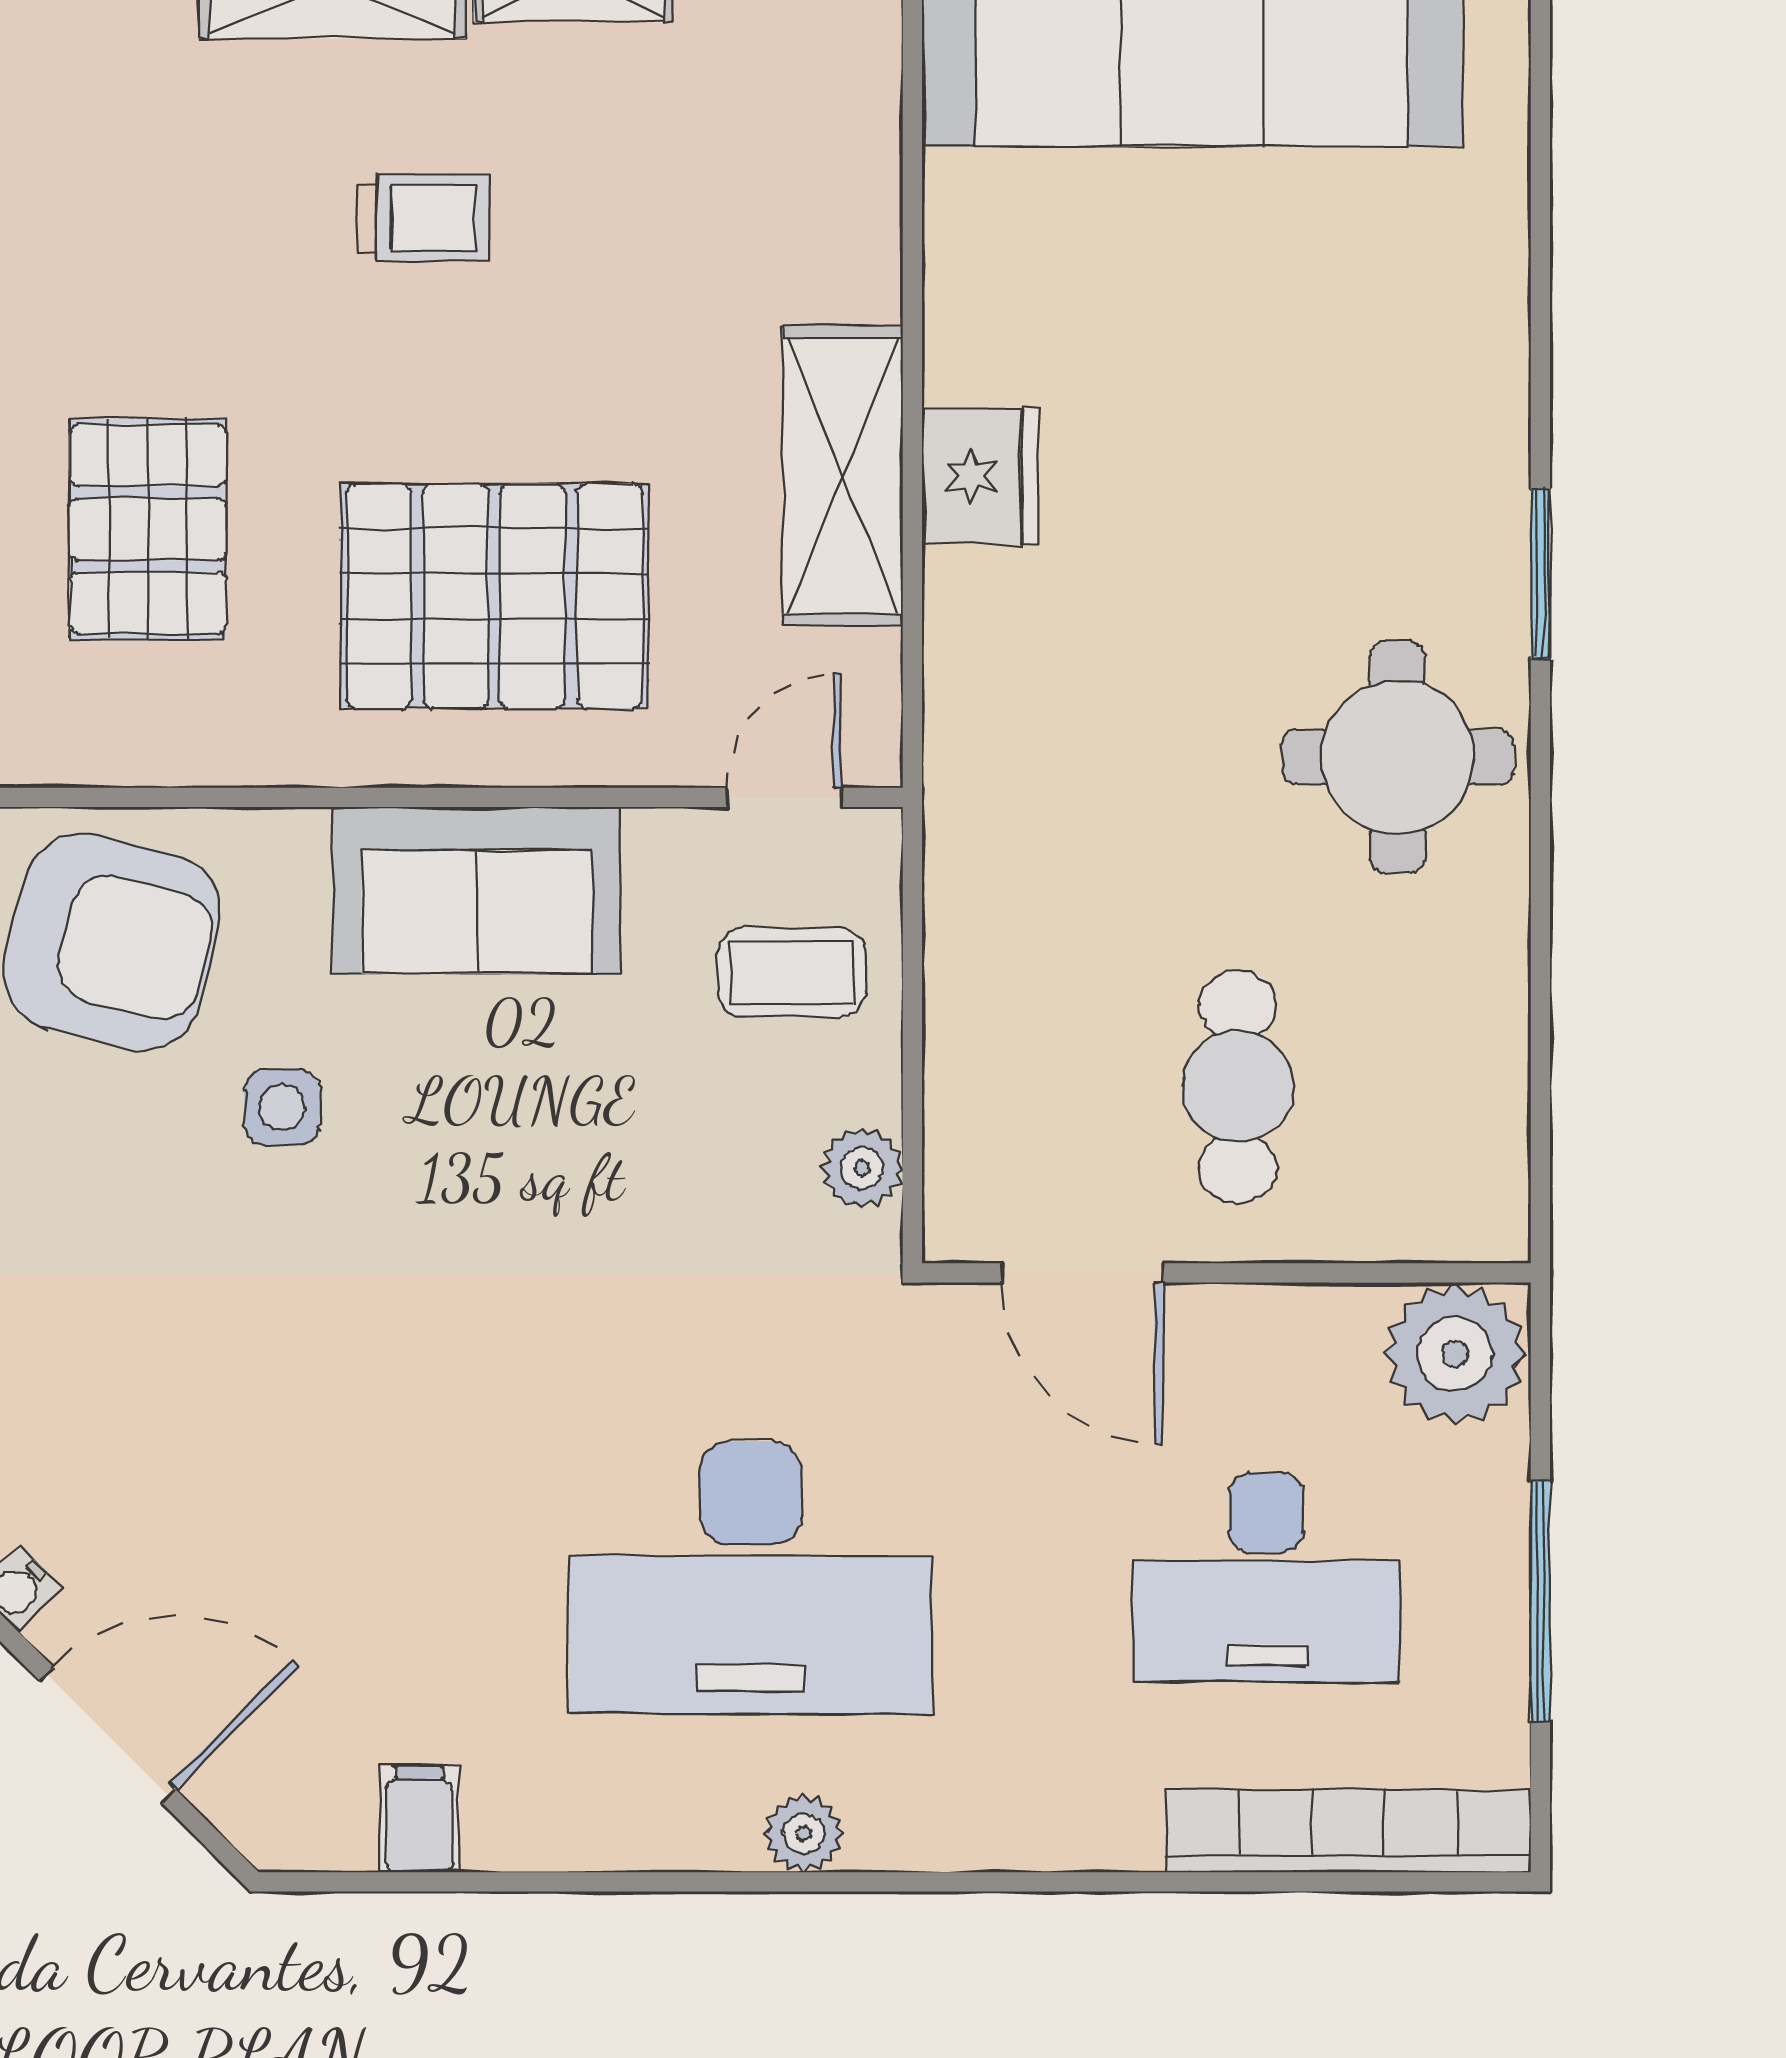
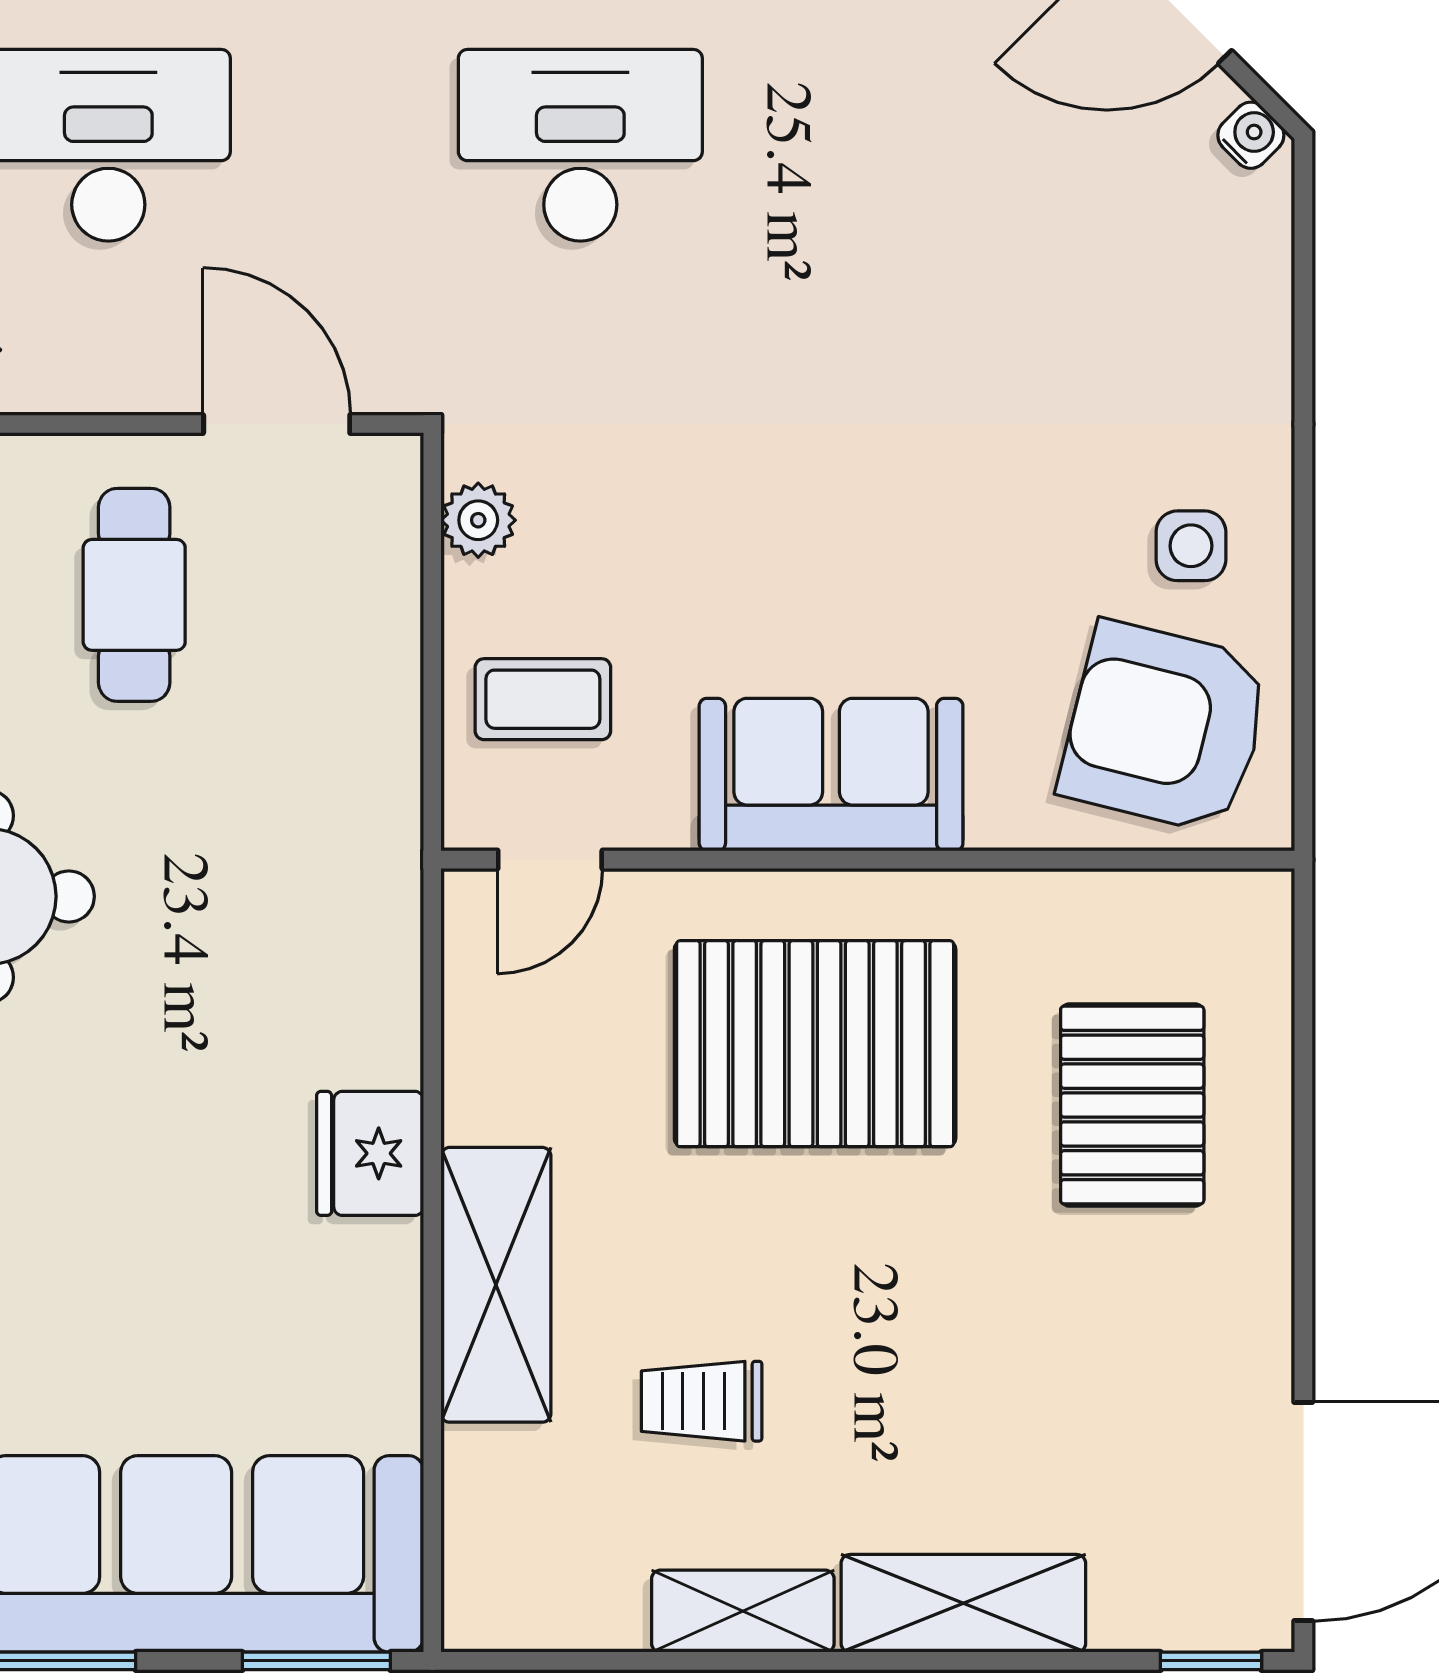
trolley: (424, 218) -> (702, 1401), moved
shelving: (843, 476) -> (496, 1285), moved
side table: (282, 1107) -> (1191, 546), moved
desk: (751, 1577) -> (580, 145), width x0.73, depth x0.77

